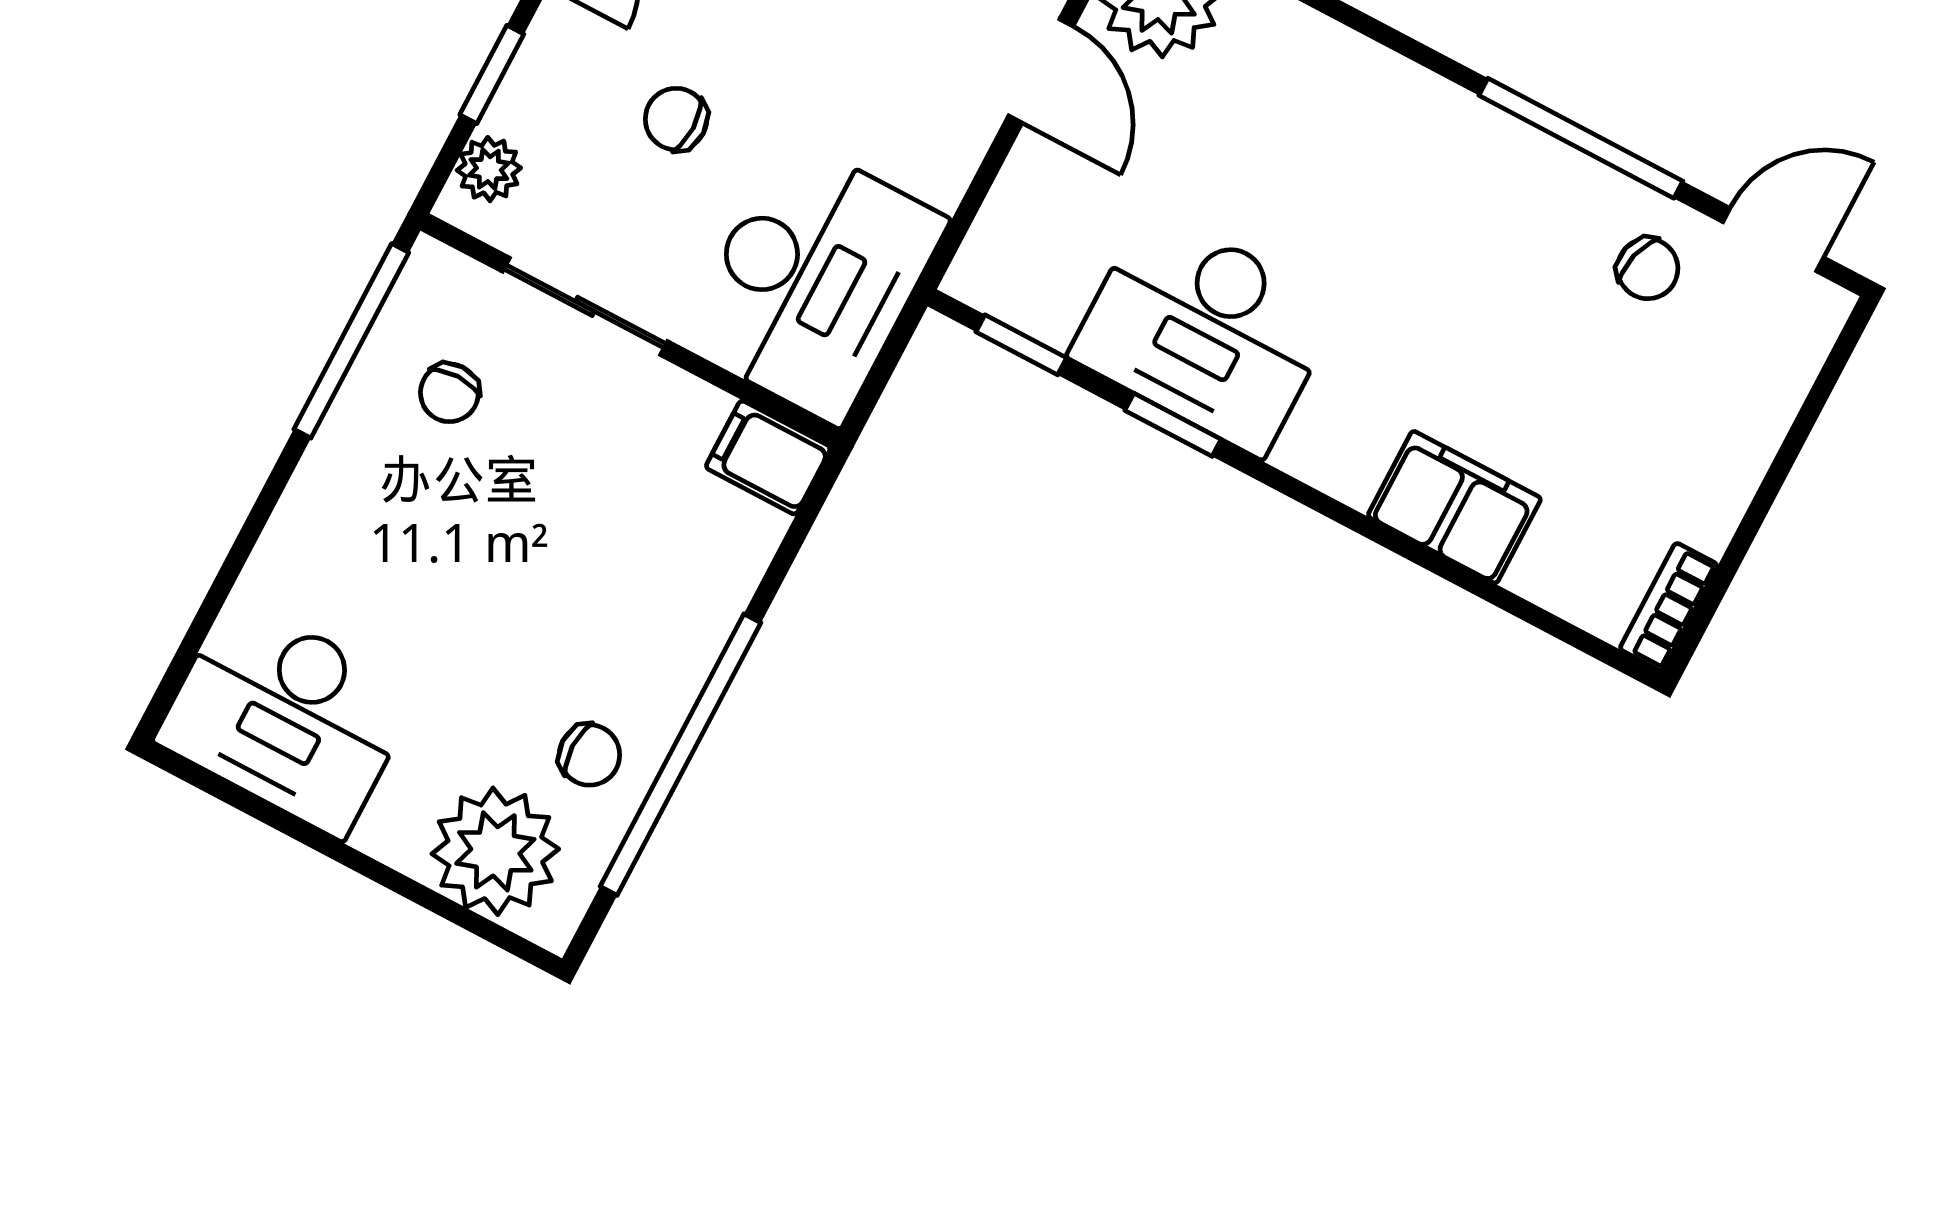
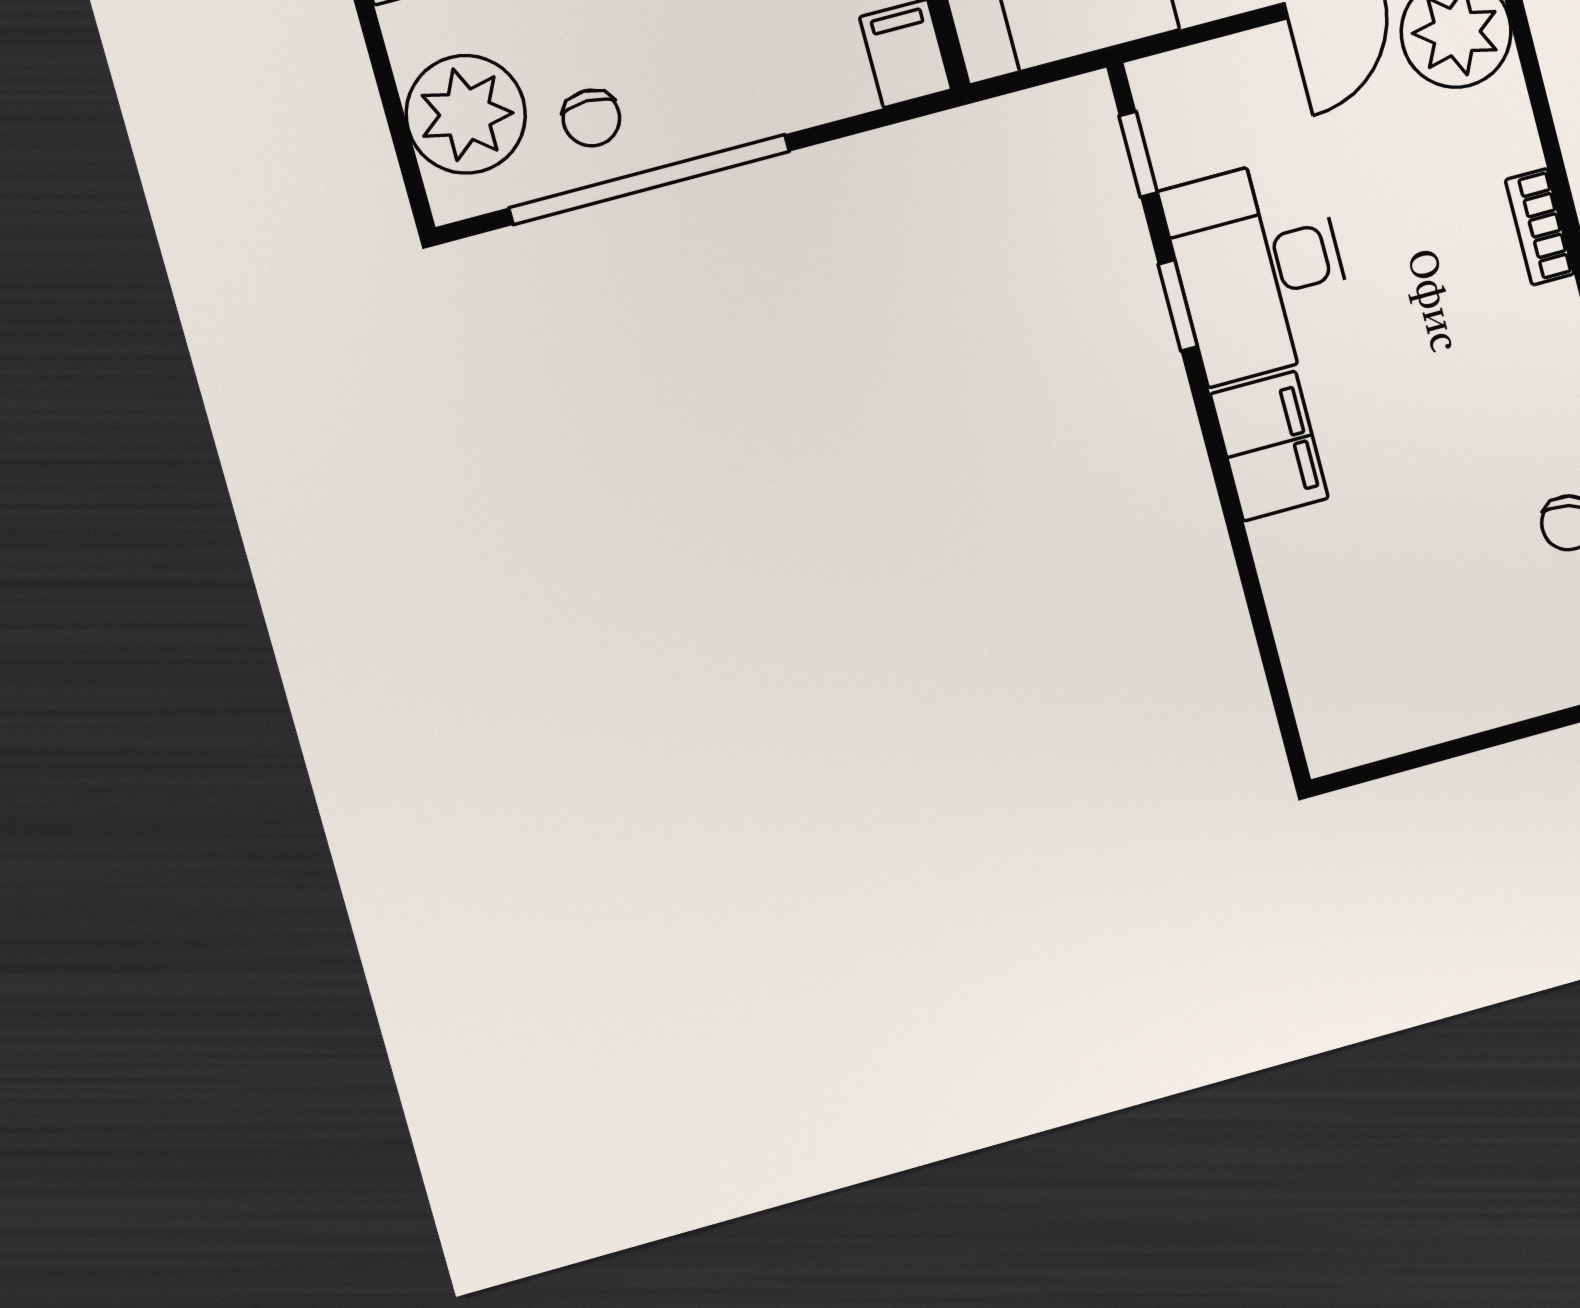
filing cabinet: (1454, 507) -> (1269, 446), moved
bookcase: (1669, 607) -> (1540, 227), moved, turned -90

